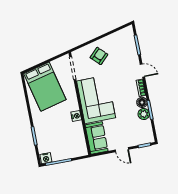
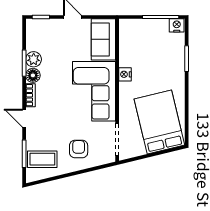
coffee table: (124, 44) -> (42, 159), added
armchair: (99, 56) -> (79, 149), turned 135

